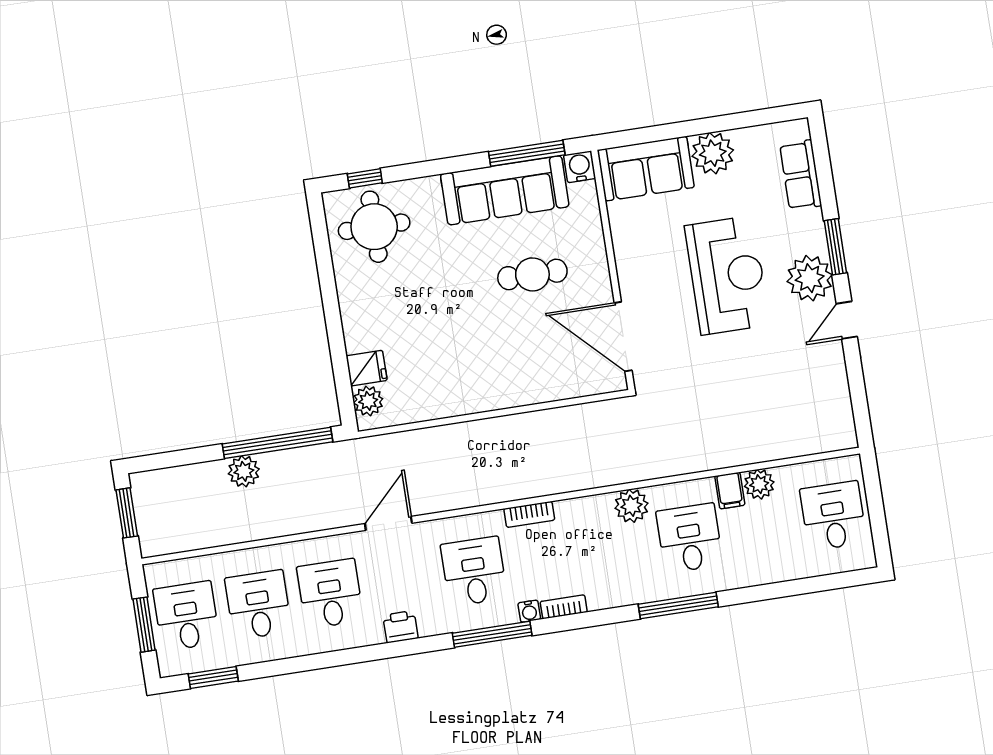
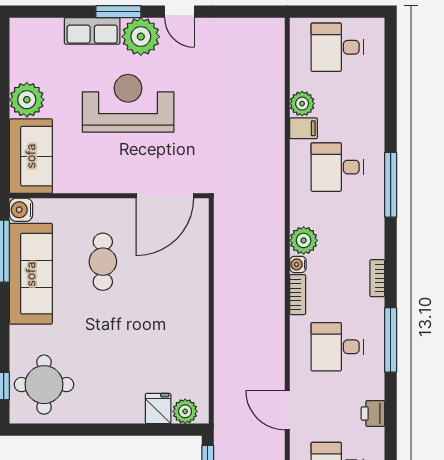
row of seats: (801, 175) -> (92, 31), moved
plant: (632, 506) -> (304, 240), moved
water cooler: (529, 611) -> (298, 264), moved, turned 180

